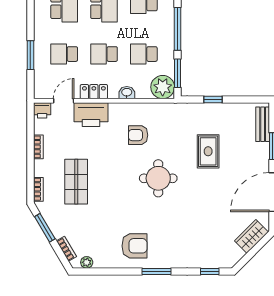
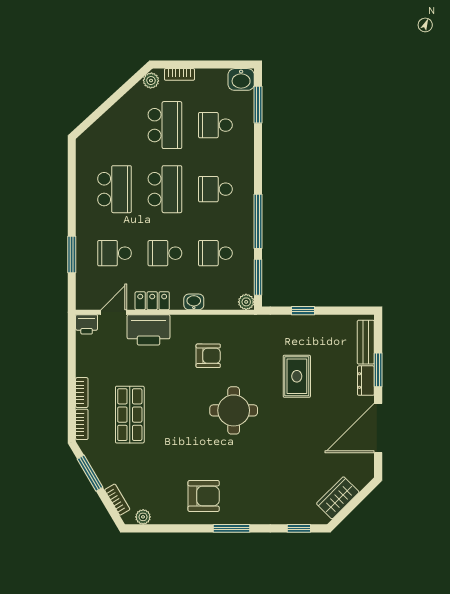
plant: (163, 87) -> (246, 302), width x0.53, depth x0.53
armchair: (138, 135) -> (208, 356), turned 180
bookcase: (38, 147) -> (82, 393), moved
dresser: (263, 155) -> (366, 381), added
wardrobe: (251, 236) -> (338, 498), moved

